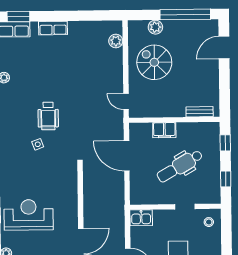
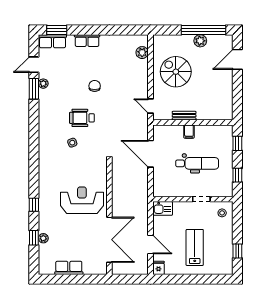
plant: (155, 27) -> (200, 41), moved
chair: (62, 80) -> (95, 86), added
bench: (200, 112) -> (184, 116), moved
wheelchair: (48, 116) -> (82, 118), turned 90
filing cabinet: (164, 130) -> (189, 132), width x0.50
dental chair: (180, 166) -> (197, 163), turned -150
reception desk: (29, 215) -> (82, 200), moved

